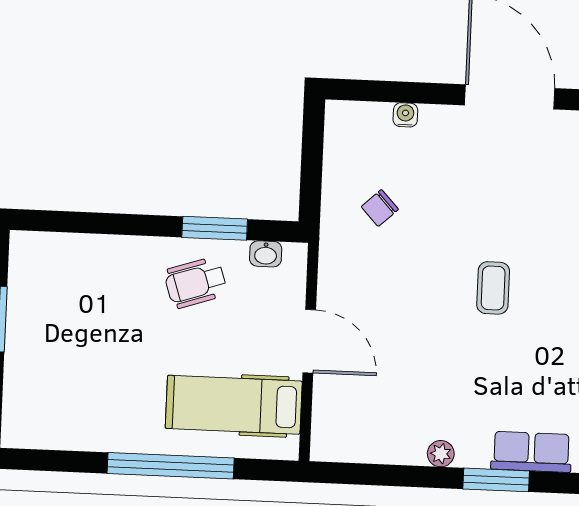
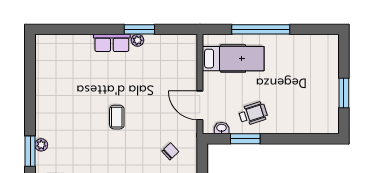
door: (309, 341) -> (200, 105), moved
row of seats: (531, 452) -> (112, 43), moved
window: (496, 480) -> (139, 29), moved

